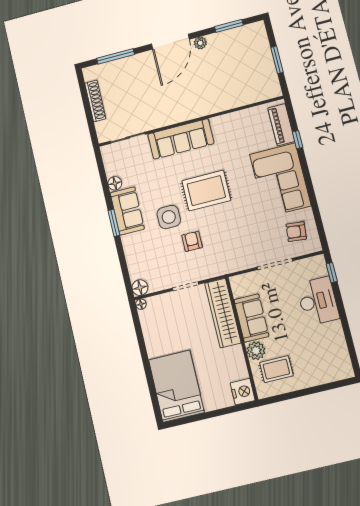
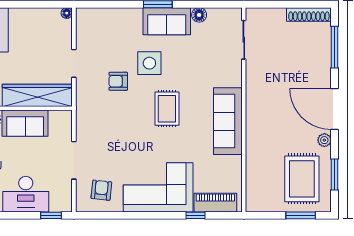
rug: (240, 53) -> (302, 179), added
window: (277, 60) -> (301, 215), moved
shoe rack: (95, 101) -> (309, 14), moved
sofa: (181, 139) -> (228, 121), moved
rug: (206, 191) -> (167, 109), width x0.73, depth x0.70
armchair: (192, 241) -> (118, 81), turned 180
floor lamp: (140, 288) -> (84, 16), removed

